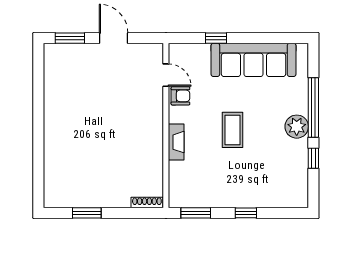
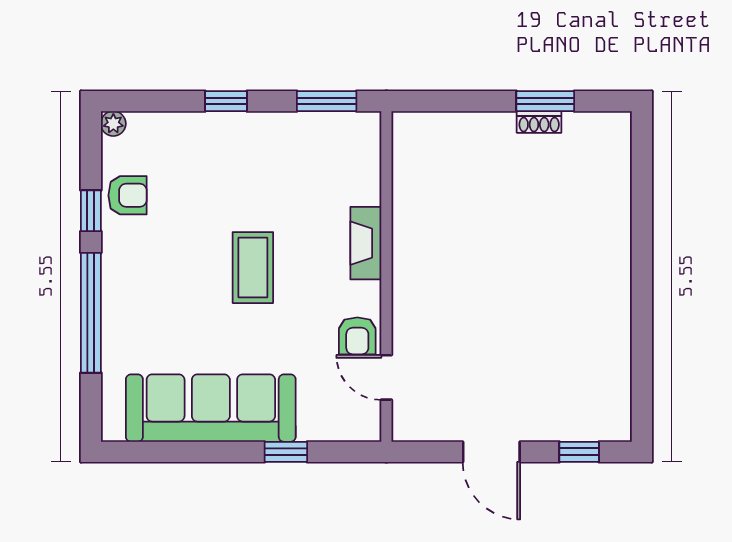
window: (70, 38) -> (579, 452), width x0.67
armchair: (180, 96) -> (357, 336), turned -90
plant: (297, 127) -> (113, 124), moved, width x0.53, depth x0.53
armchair: (295, 166) -> (128, 195), added
shoe rack: (147, 203) -> (539, 122), moved, width x0.70

